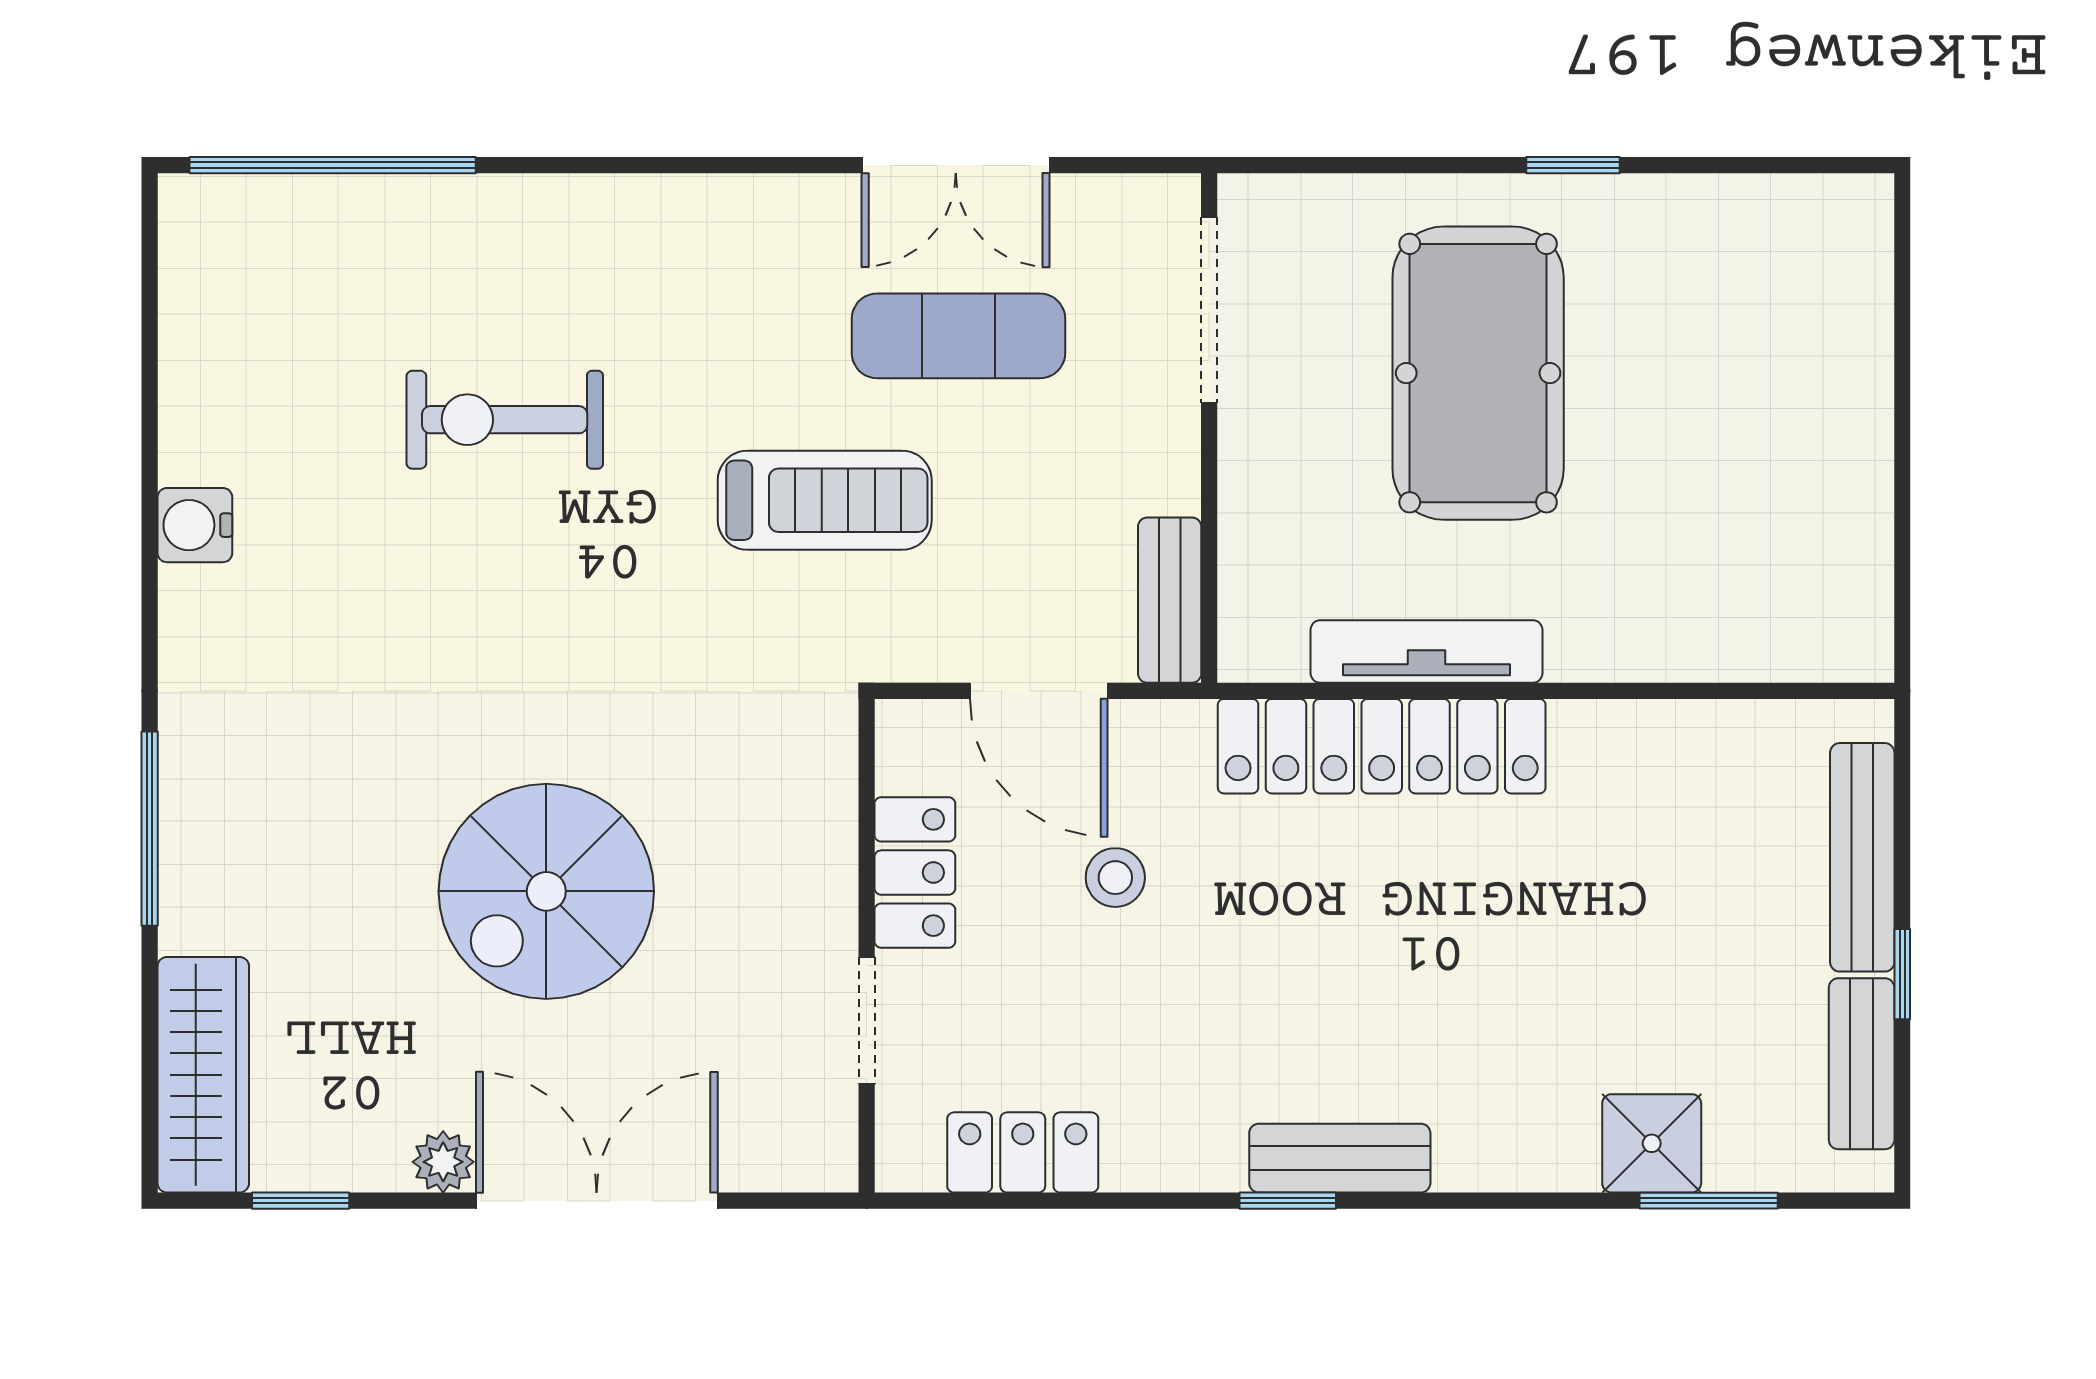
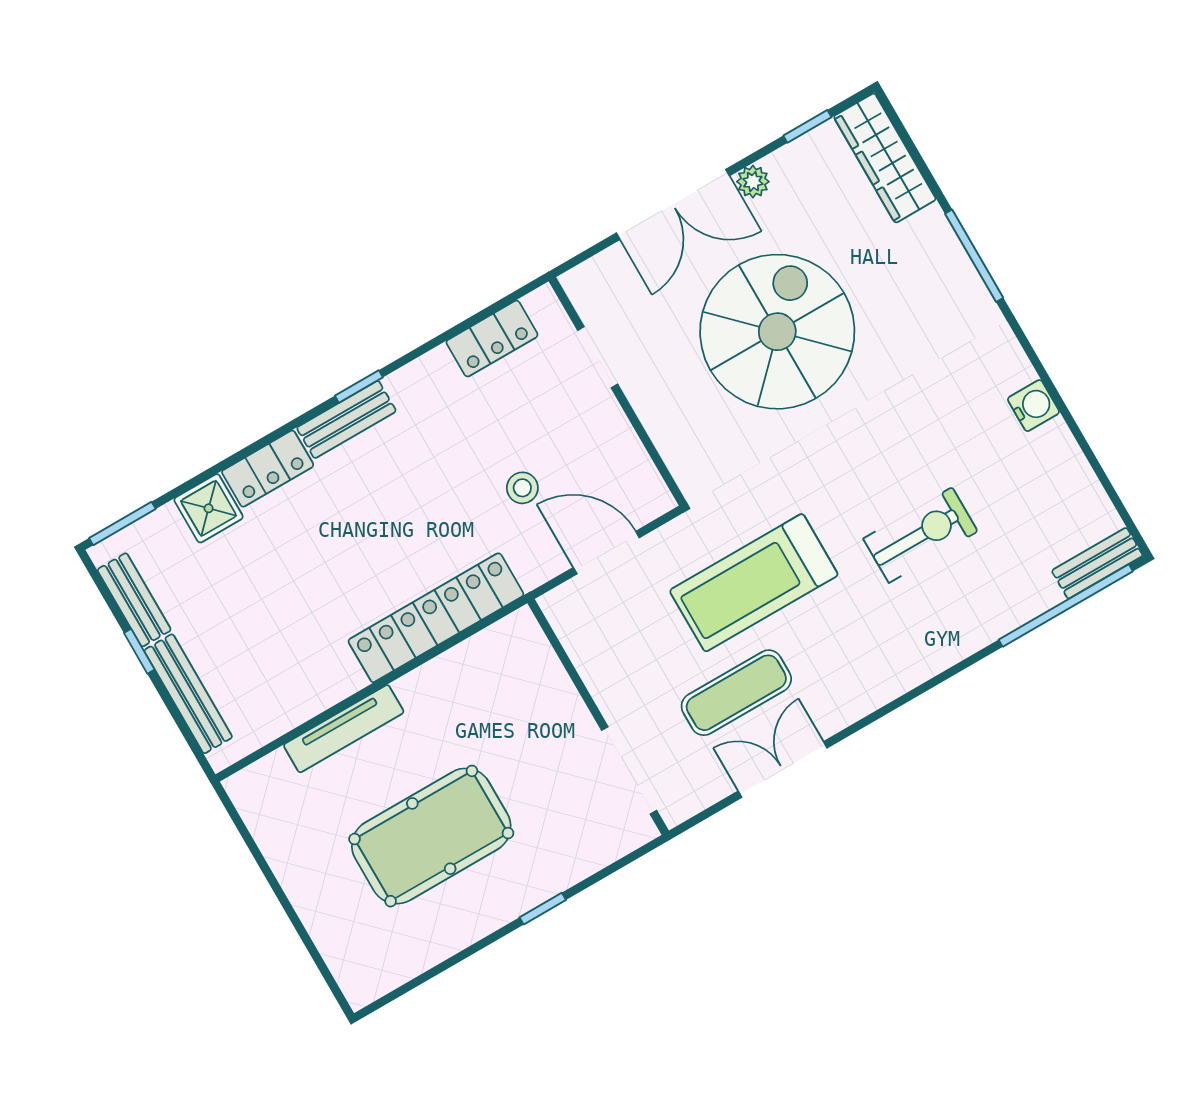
window: (1573, 165) -> (543, 909), moved
pool table: (1478, 373) -> (431, 836), moved, turned 90
treadmill: (825, 500) -> (754, 583), width x1.37, depth x1.38
bench: (1170, 600) -> (1097, 563), moved, turned 90
tv unit: (1426, 651) -> (344, 729), moved
locker: (915, 873) -> (268, 469), moved, turned -90
spiral stairs: (546, 891) -> (777, 332), width x1.37, depth x1.37
window: (1709, 1201) -> (122, 523), moved

